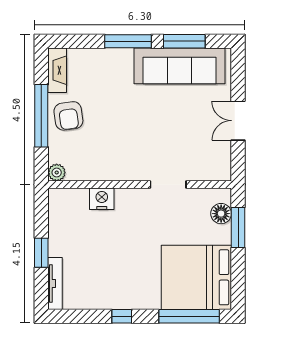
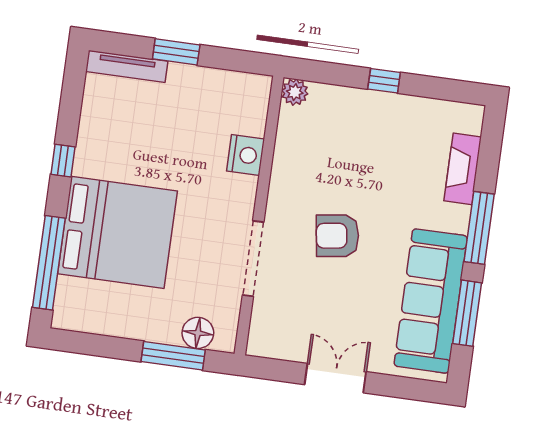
fireplace: (57, 70) -> (463, 169), moved, turned 90
window: (41, 116) -> (384, 81), width x0.32
armchair: (68, 116) -> (337, 236), moved
doorway: (168, 185) -> (253, 259), width x1.36
bed: (196, 277) -> (118, 232), moved, turned 90

